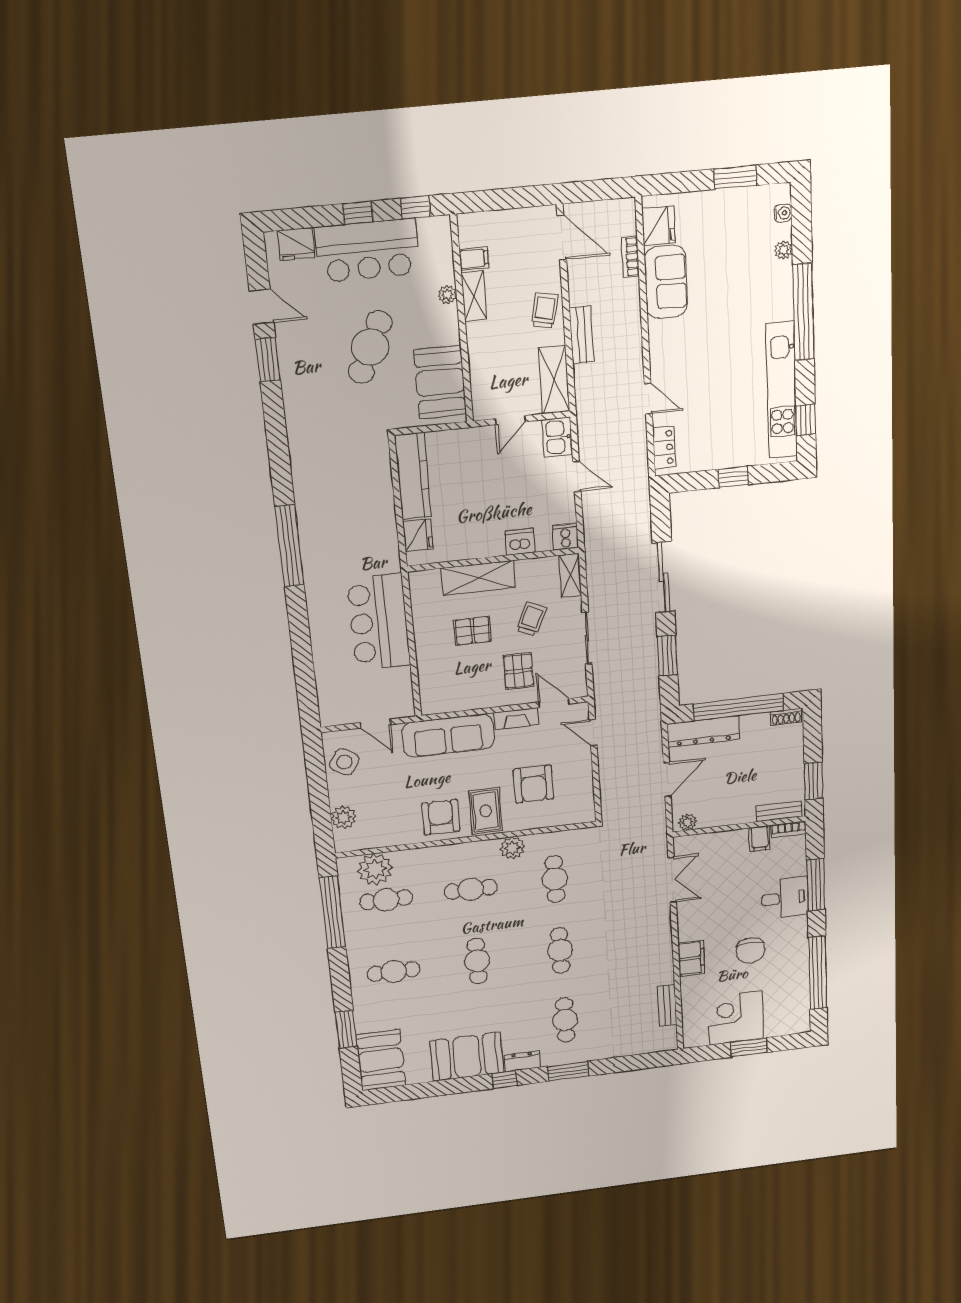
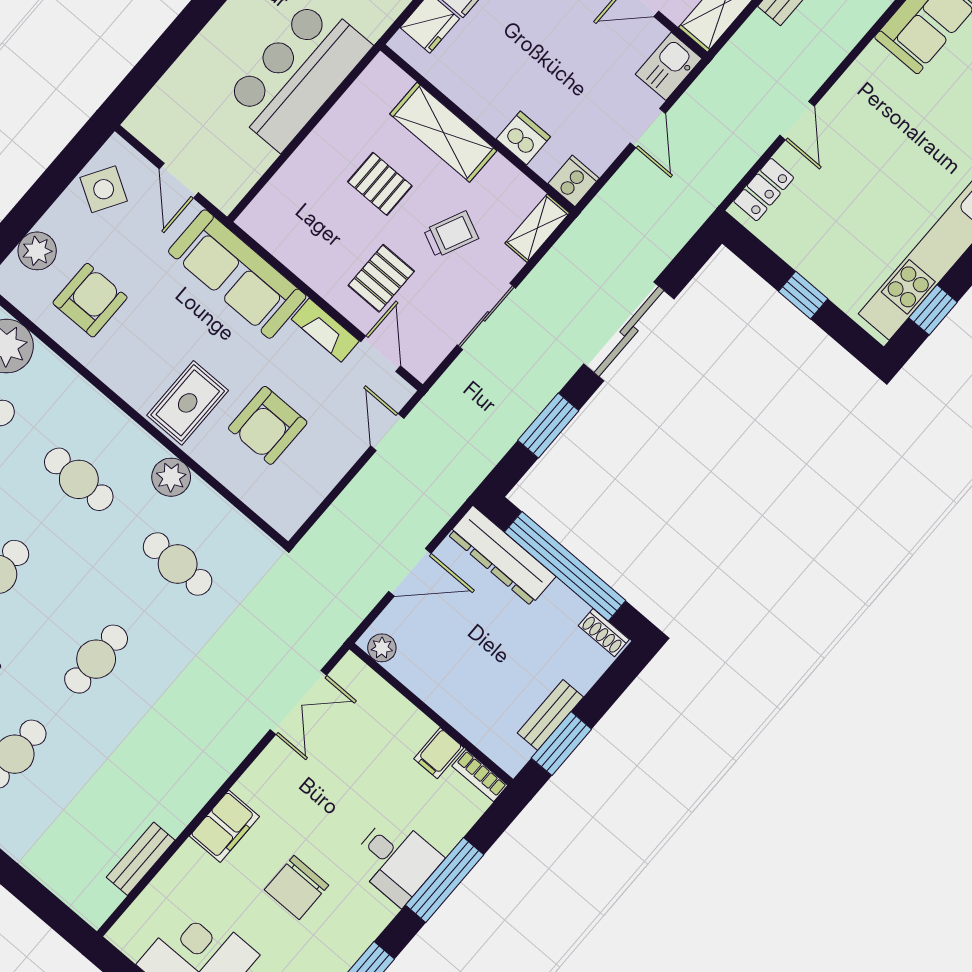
bench: (779, 811) -> (550, 715), moved, turned 90
armchair: (441, 817) -> (90, 300), moved
cafe table: (555, 879) -> (178, 564), turned 90

